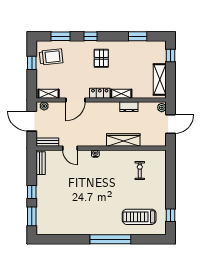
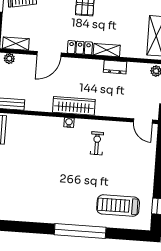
wardrobe: (123, 140) -> (74, 106), moved
door: (70, 148) -> (143, 121), moved
exercise bike: (140, 170) -> (97, 143), moved

